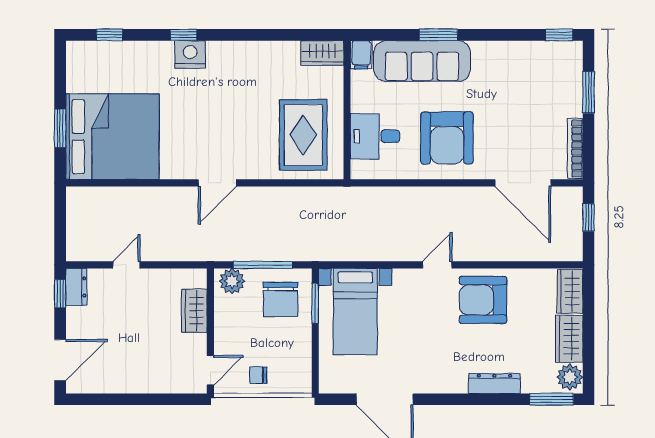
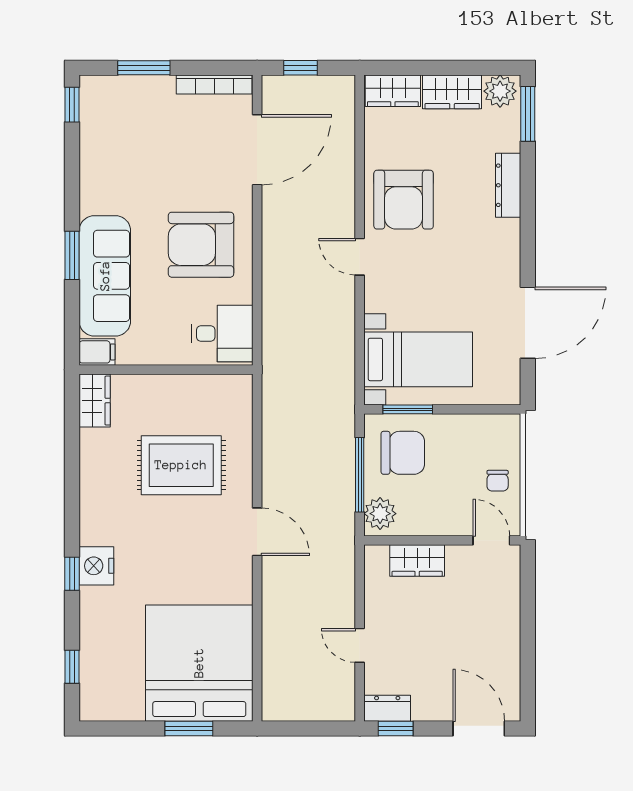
rug: (303, 135) -> (181, 465), moved
desk: (375, 136) -> (222, 333), moved, turned -90
armchair: (447, 138) -> (201, 245), turned 180

